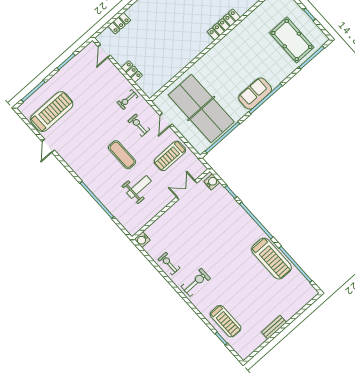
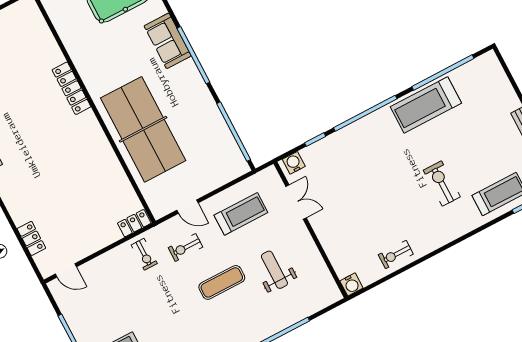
locker: (132, 72) -> (134, 223), moved
sofa: (255, 94) -> (168, 41), moved
table tennis table: (201, 108) -> (143, 129), moved, turned 90
treadmill: (170, 156) -> (241, 214), turned -90
double door: (187, 190) -> (296, 202), swing flipped
treadmill: (272, 259) -> (426, 105), turned 180
exercise bike: (196, 282) -> (442, 183), moved

